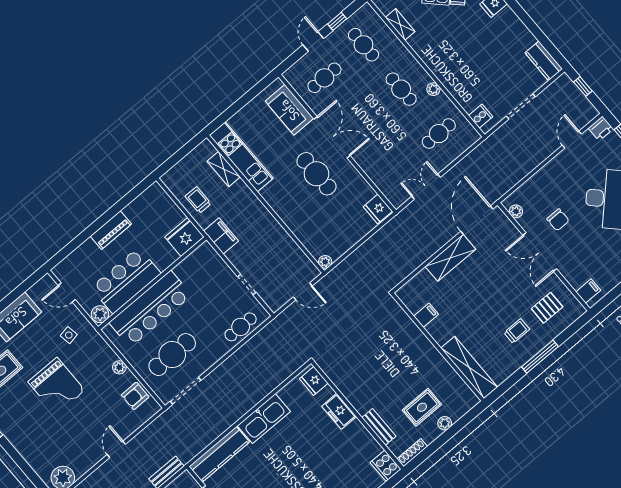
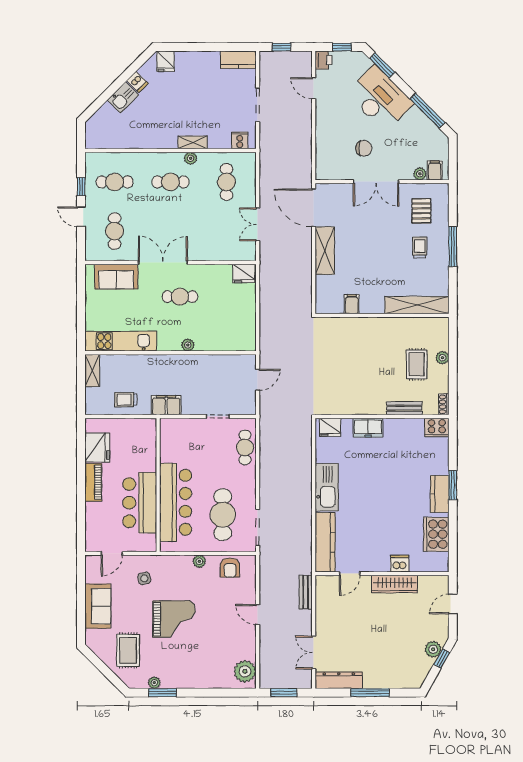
shelving: (400, 24) -> (193, 142), moved
shelving: (224, 169) -> (92, 371), moved, turned 90
cafe table: (316, 174) -> (180, 297), width x0.73, depth x0.74
plant: (516, 211) -> (420, 174), moved
fridge: (184, 237) -> (97, 448), moved, turned 180
plant: (325, 262) -> (188, 345), moved
plant: (100, 314) -> (148, 543), removed
shoe rack: (412, 453) -> (444, 404), width x0.70

